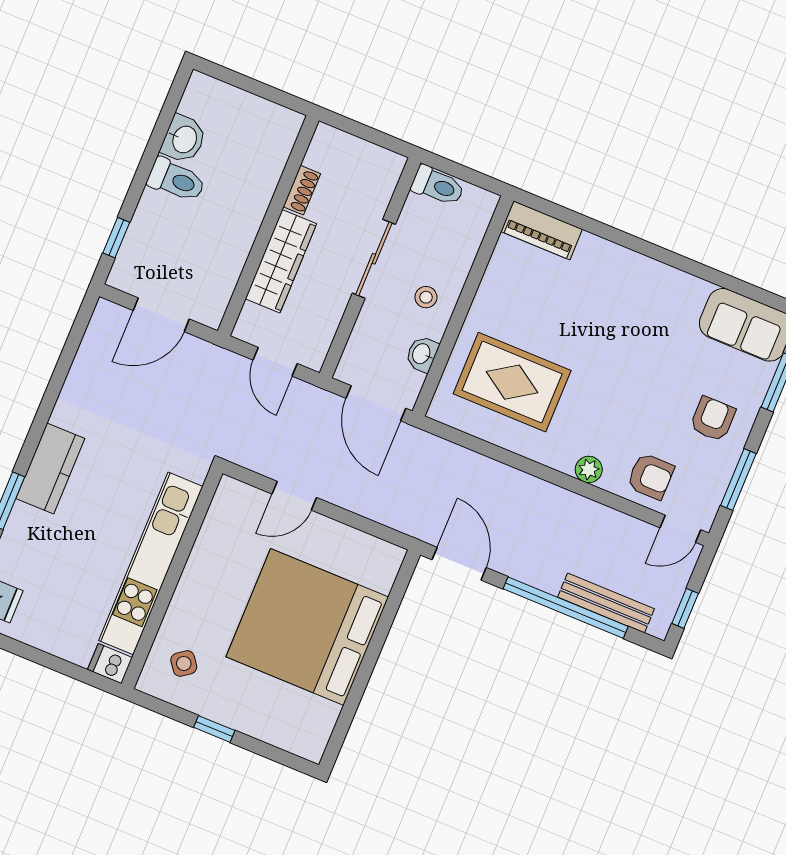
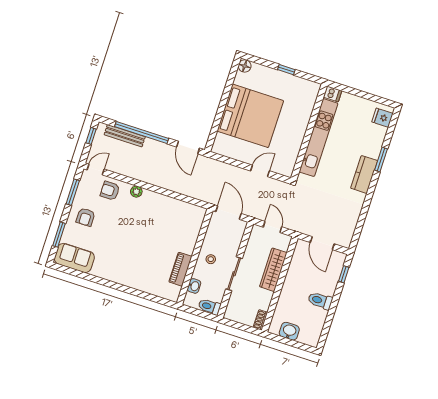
washbasin: (184, 139) -> (289, 331), moved, turned 90
shoe rack: (302, 190) -> (260, 320), moved
piano: (542, 230) -> (180, 269), moved, turned -90
door: (161, 315) -> (322, 243), swing flipped
washbasin: (422, 354) -> (194, 286), moved
rug: (512, 382) -> (172, 226), removed
side table: (184, 663) -> (301, 96), removed
floor lamp: (312, 745) -> (245, 66), added

